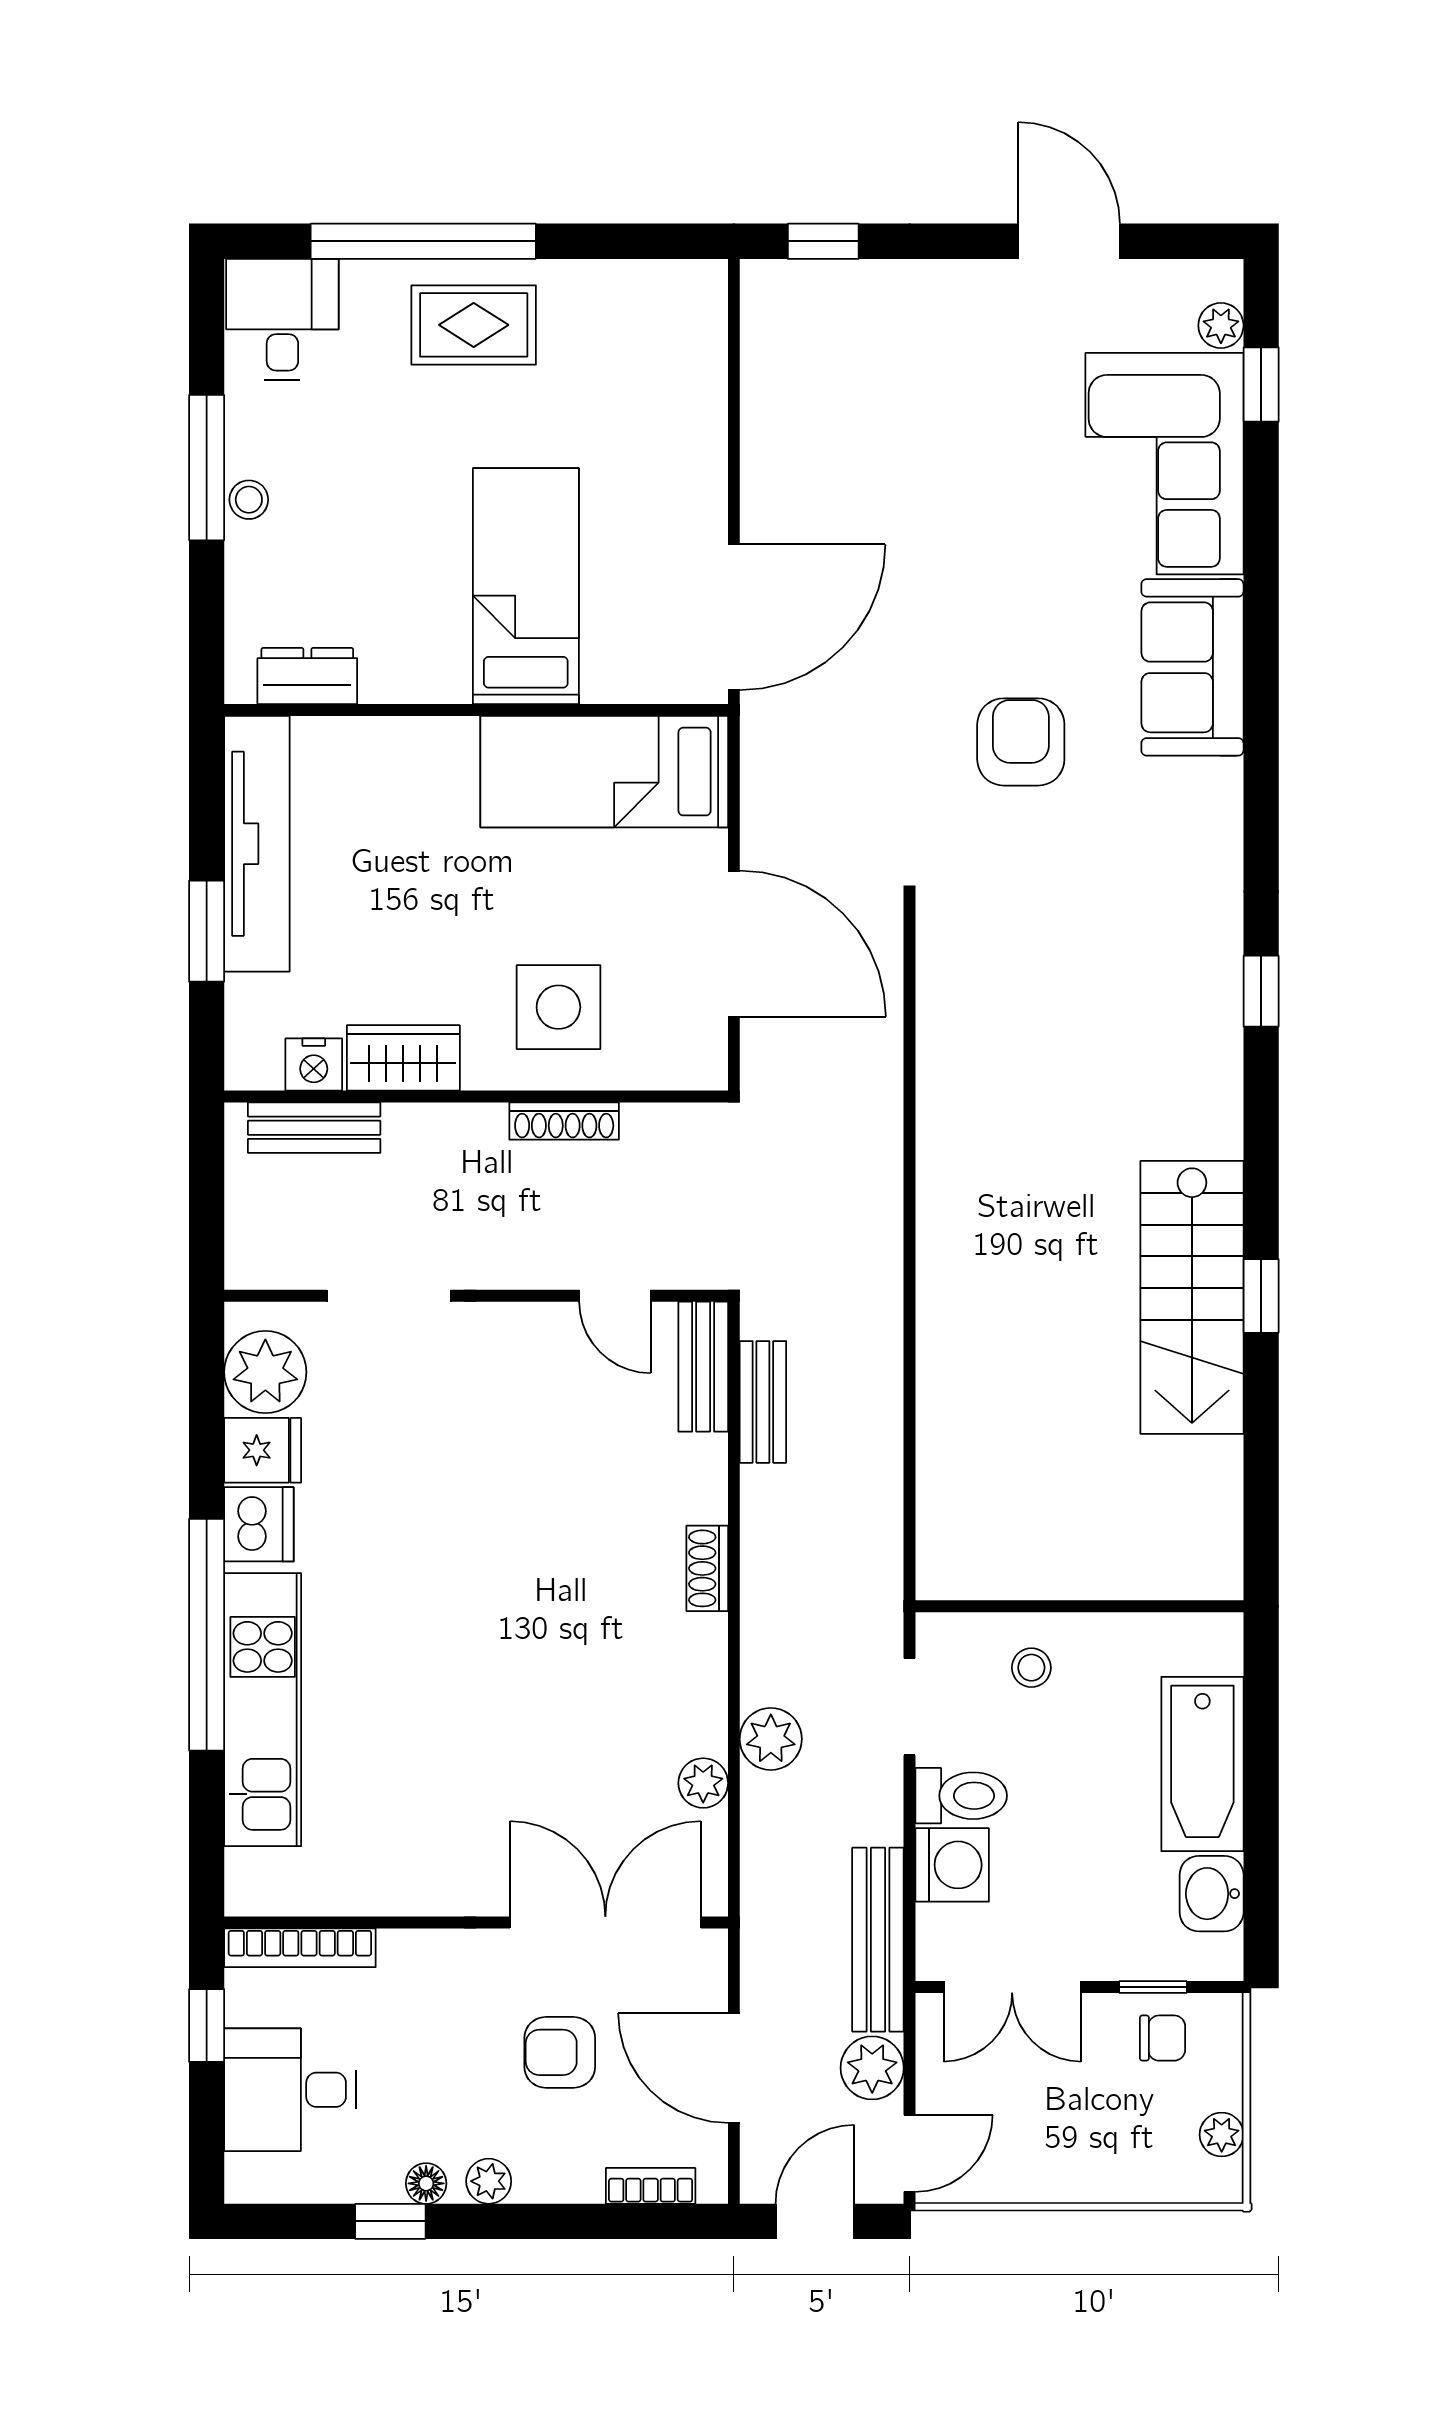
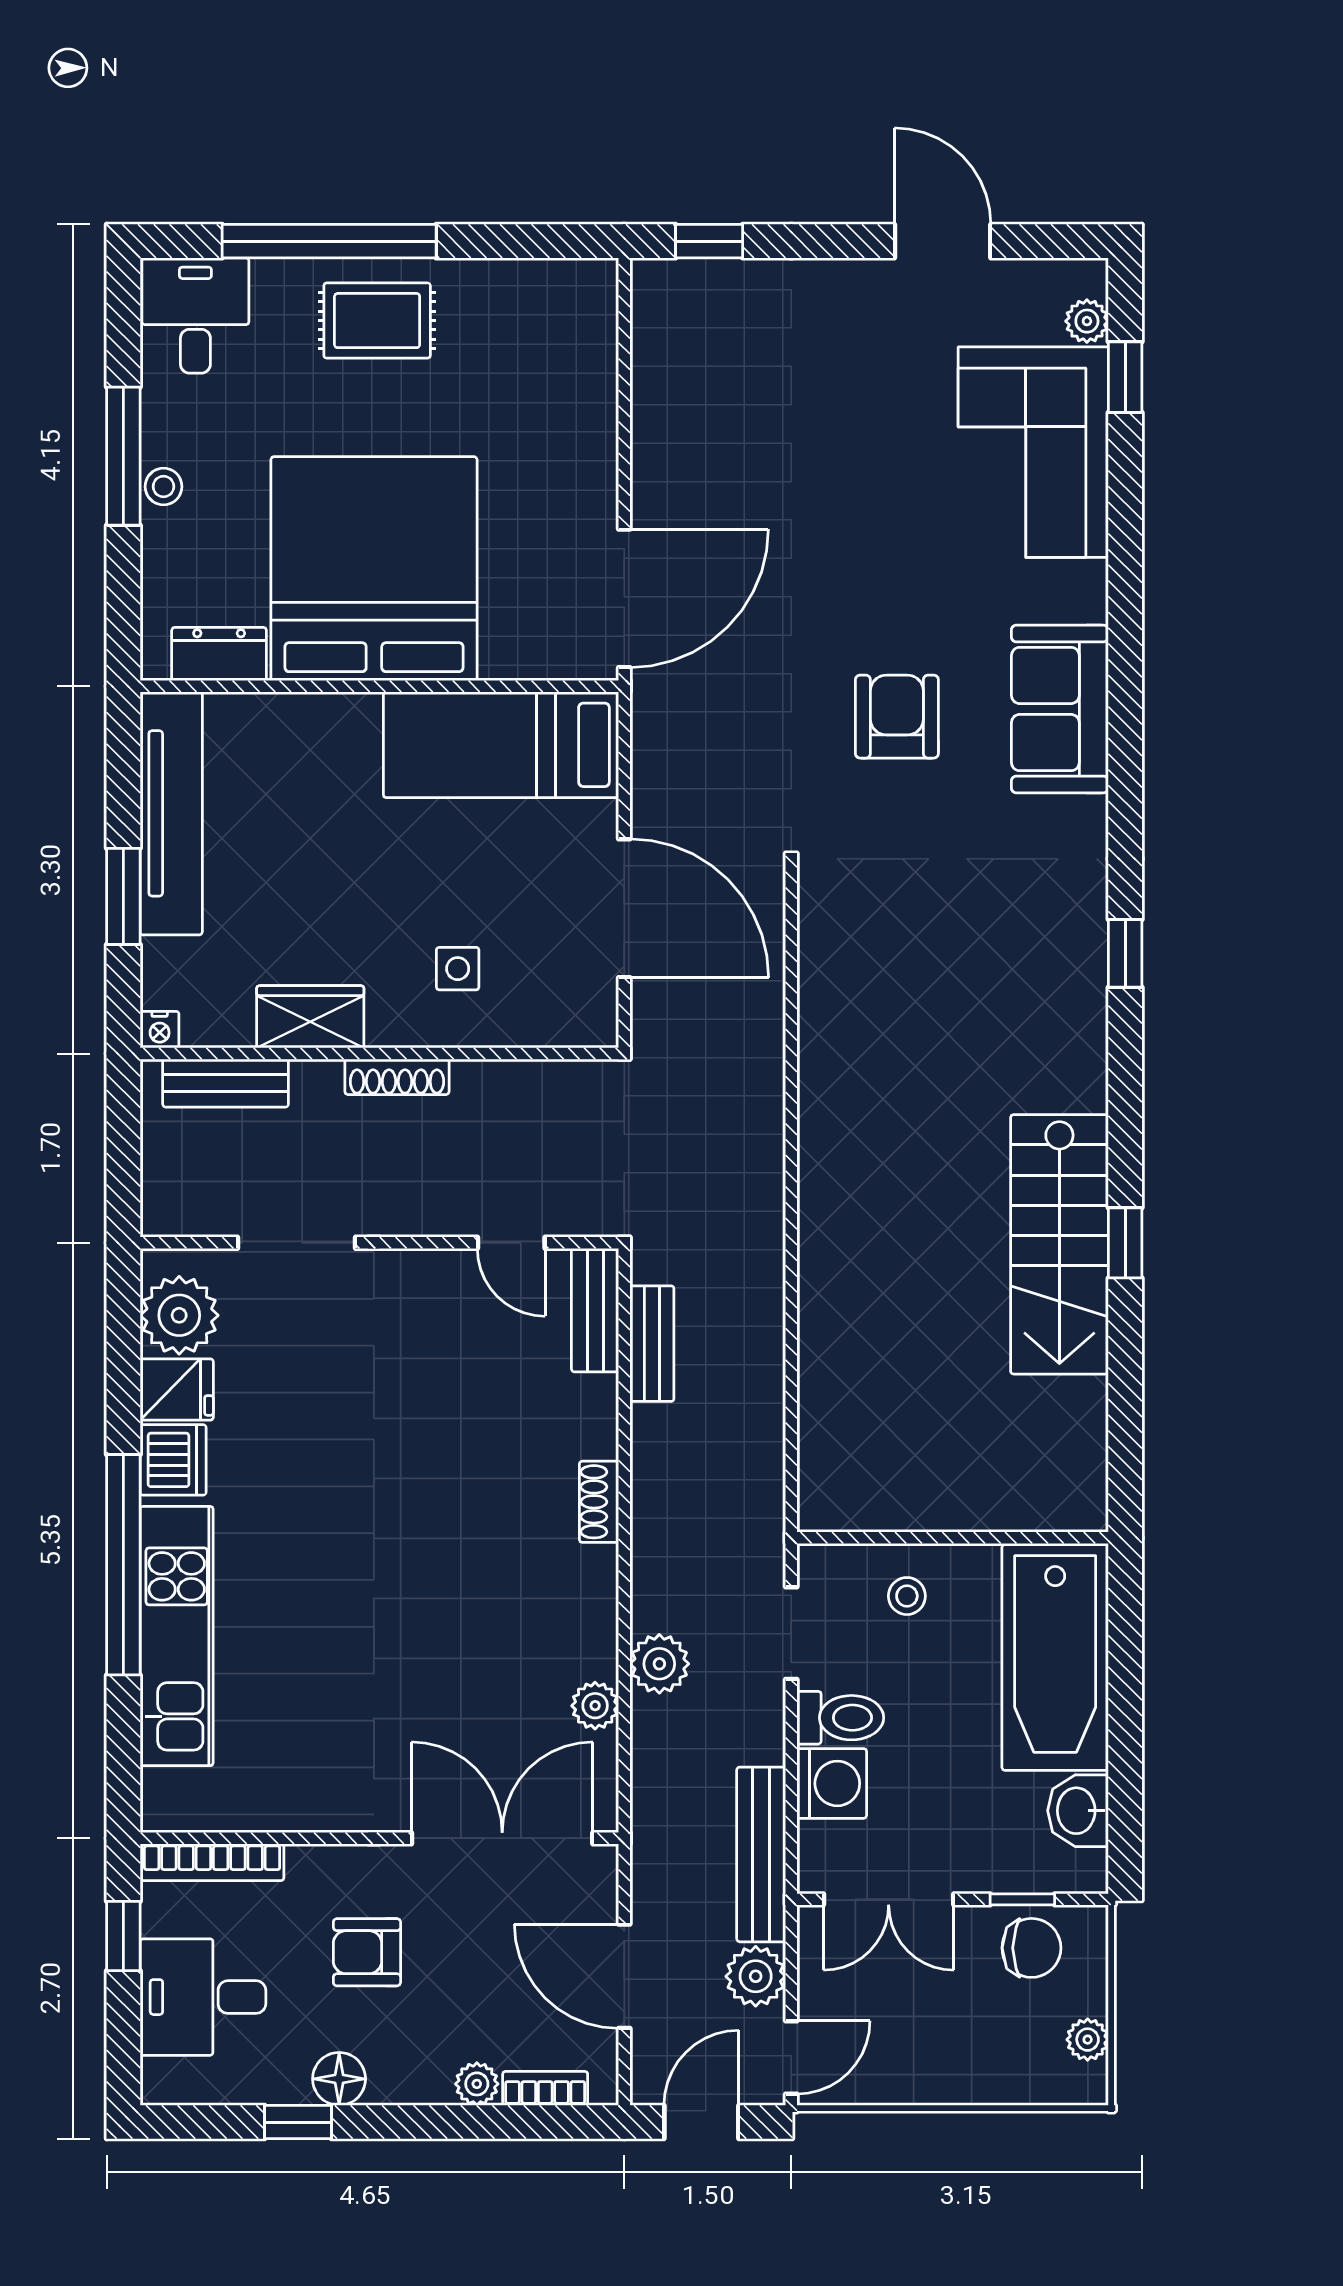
bed: (526, 586) -> (374, 569), width x2.04
sofa: (1192, 667) -> (1060, 709), moved
side table: (558, 1007) -> (458, 969), width x0.54, depth x0.54
nightstand: (314, 1065) -> (160, 1030), moved, width x0.72, depth x0.74
shoe rack: (564, 1121) -> (397, 1077), moved
bathtub: (1202, 1764) -> (1055, 1657), width x1.36, depth x1.36
chair: (1163, 2038) -> (1031, 1948), width x1.37, depth x1.37
armchair: (560, 2052) -> (367, 1952), moved
plant: (489, 2181) -> (477, 2084), moved
floor lamp: (426, 2183) -> (339, 2079), width x1.37, depth x1.37

